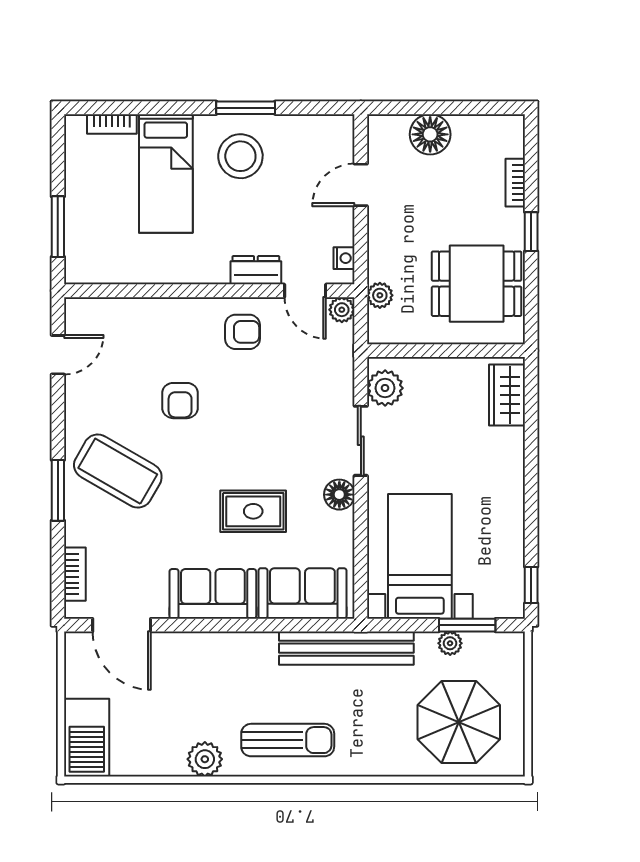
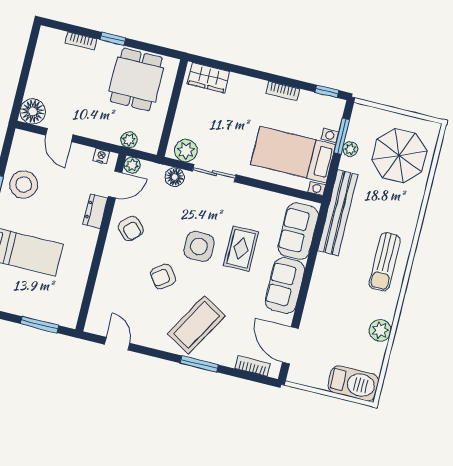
floor lamp: (430, 134) -> (33, 111), moved
stool: (240, 156) -> (24, 185), moved
armchair: (242, 332) -> (131, 229), turned 136
armchair: (180, 401) -> (163, 277), turned 143
side table: (241, 445) -> (199, 246), added
floor lamp: (339, 495) -> (175, 177), moved
bookcase: (515, 516) -> (283, 91), added
door: (122, 625) -> (290, 345), swing flipped
sun lounger: (288, 740) -> (385, 262), turned 180
plant: (205, 759) -> (380, 330), moved

